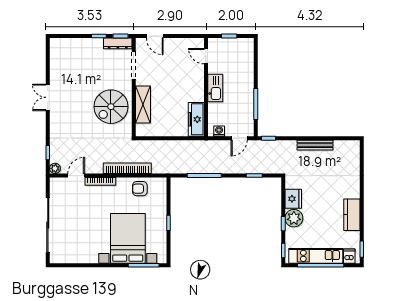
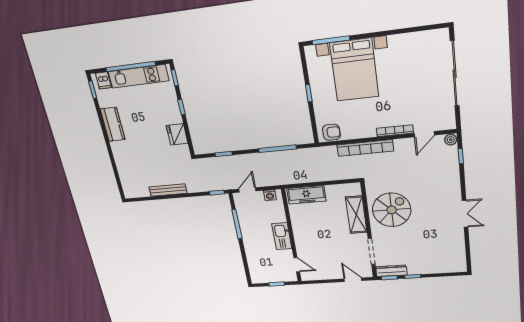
freezer: (196, 119) -> (306, 195), moved, turned 90
armchair: (140, 189) -> (331, 132), moved
plant: (294, 218) -> (172, 114), removed

